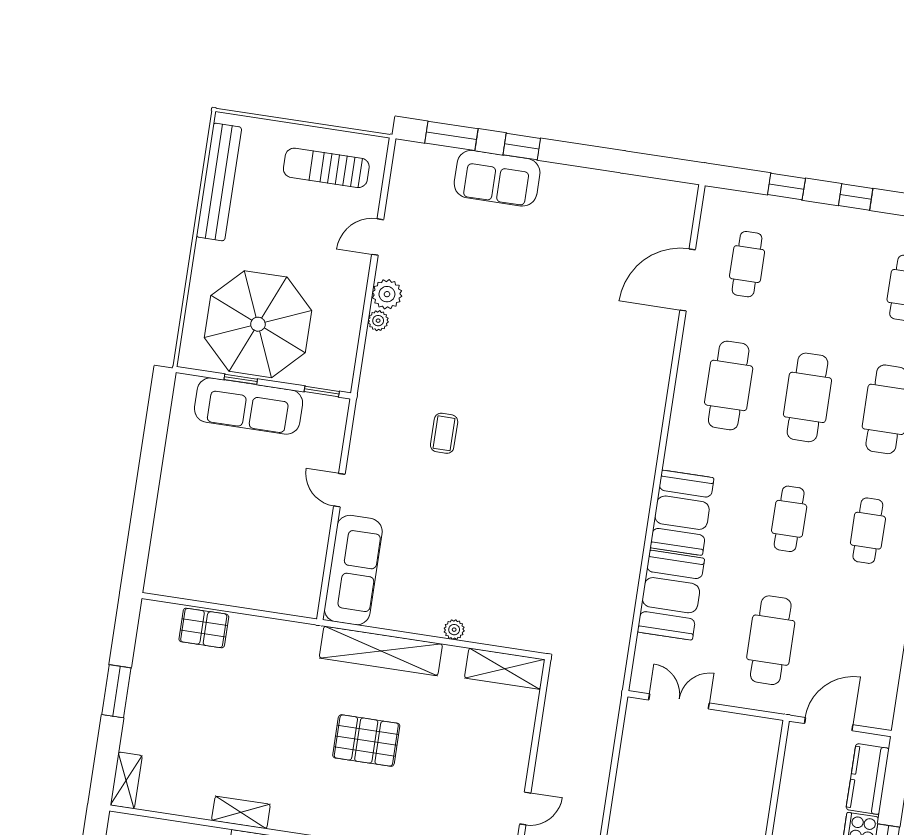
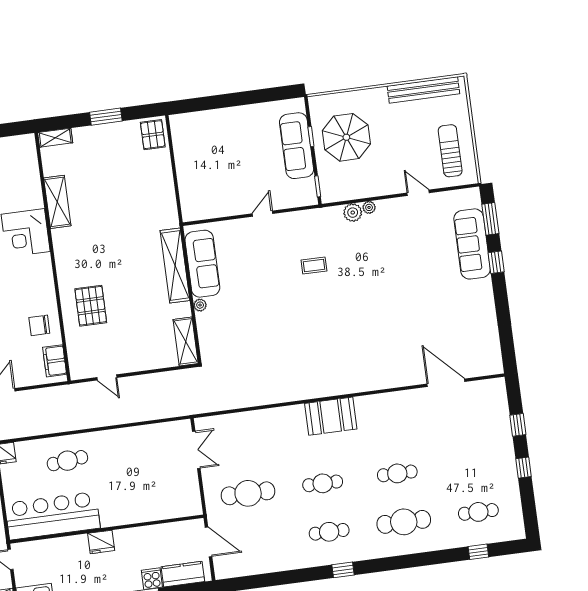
sofa: (497, 178) -> (472, 244), width x1.36
cafe table: (747, 264) -> (465, 415), removed
plant: (387, 294) -> (353, 213), moved
parasol: (258, 324) -> (346, 137), width x0.73, depth x0.73
cafe table: (729, 385) -> (391, 425), removed
cafe table: (807, 397) -> (397, 473), width x0.73, depth x0.74
booth: (682, 513) -> (331, 416), moved
sofa: (353, 570) -> (202, 264), moved, turned -90
booth: (671, 595) -> (257, 427), removed
pallet: (204, 628) -> (153, 135), moved
pallet: (366, 741) -> (91, 306), moved
shelving: (241, 812) -> (57, 202), width x1.50, depth x1.33

